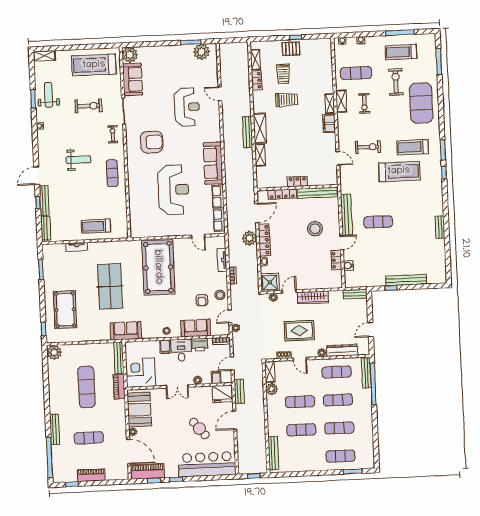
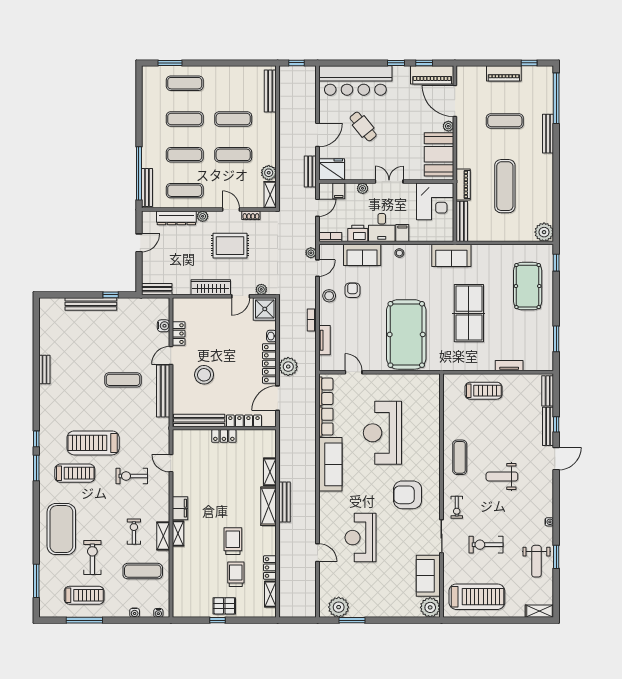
exercise bike: (396, 82) -> (92, 558), turned 180
trolley: (287, 100) -> (233, 541), turned 90

